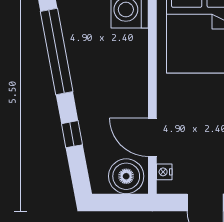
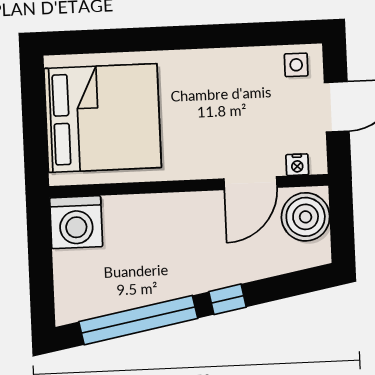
window: (72, 134) -> (227, 299), moved

